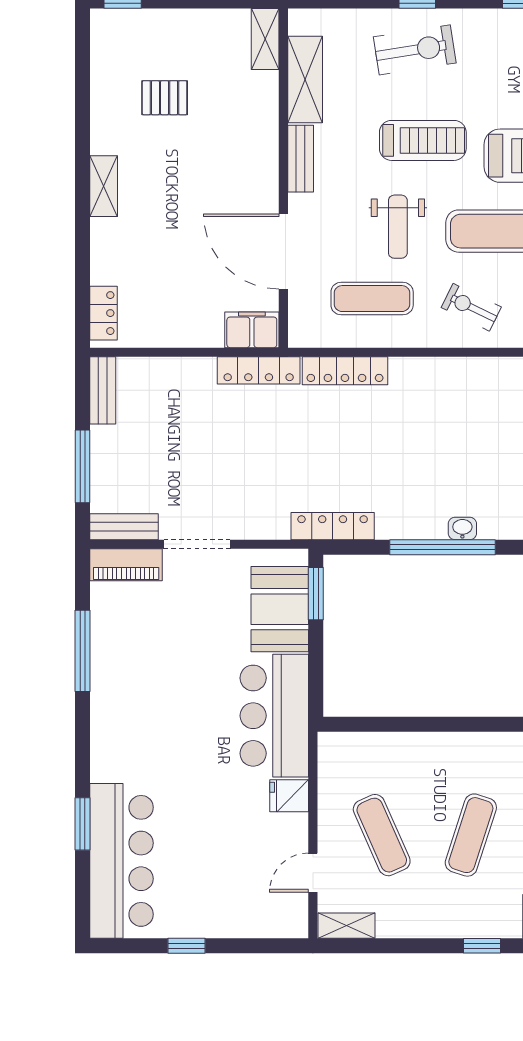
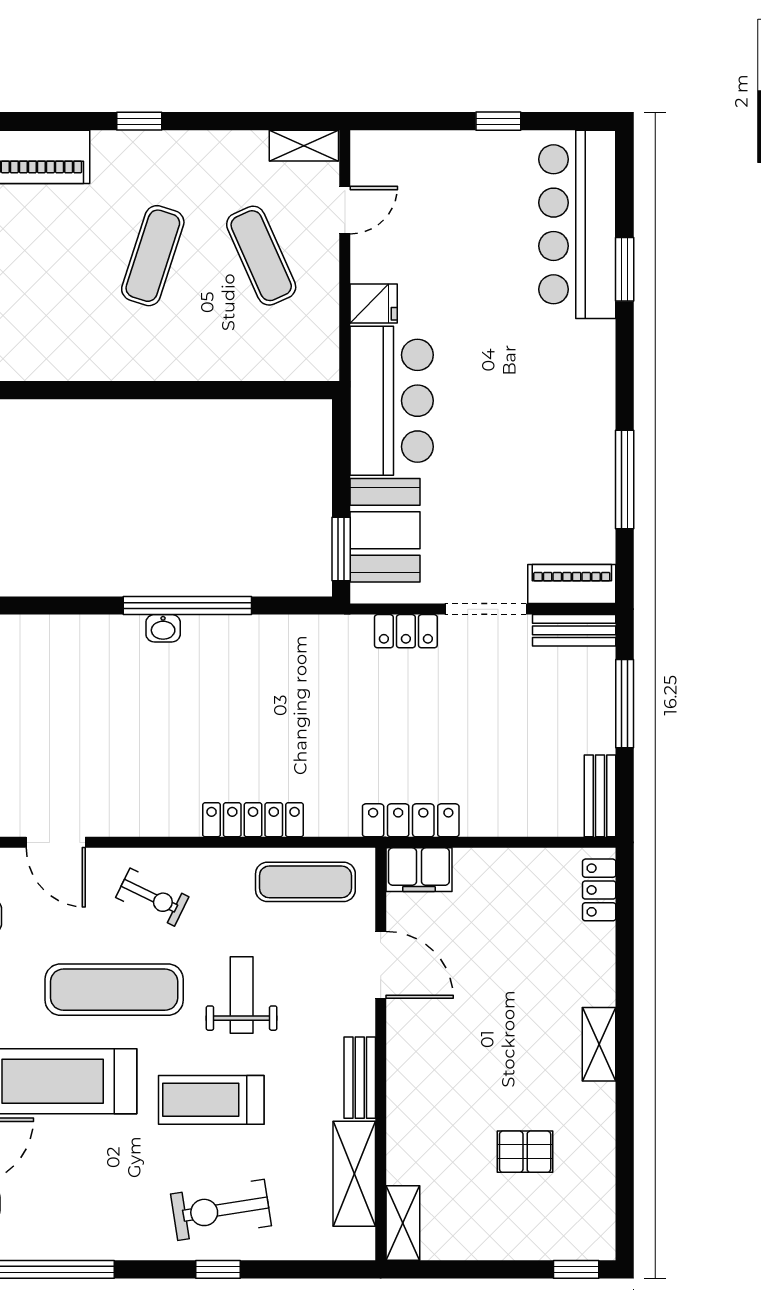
door: (283, 251) -> (381, 965), width x0.73
exercise mat: (372, 299) -> (305, 882), moved
locker: (345, 371) -> (253, 820), moved
locker: (333, 526) -> (406, 631), moved, width x0.66

